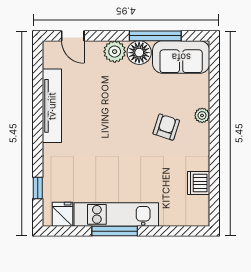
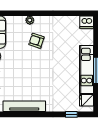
dishwasher: (199, 183) -> (87, 22), moved

